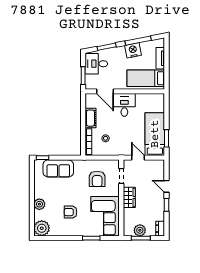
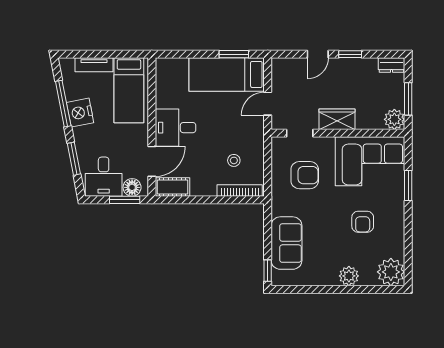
floor lamp: (90, 80) -> (132, 187), added
cot: (90, 118) -> (173, 187), moved
plant: (140, 230) -> (394, 119), moved

